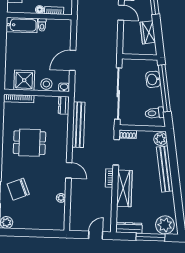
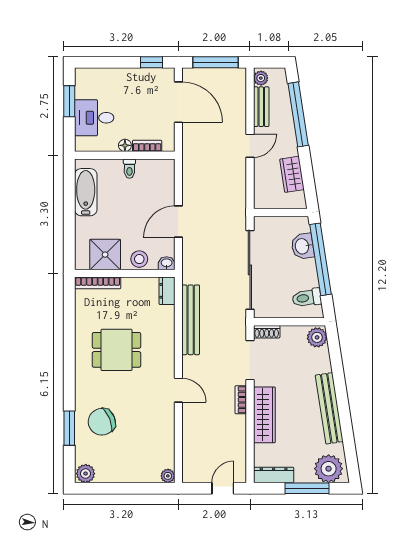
door: (121, 13) -> (250, 146), hinge flipped
bathtub: (22, 25) -> (86, 192), moved, turned -90
bench: (165, 169) -> (329, 408), moved
plant: (61, 198) -> (168, 476), moved

